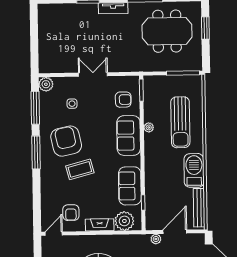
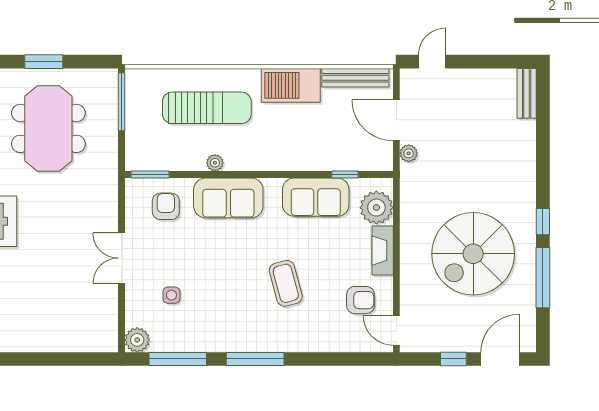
armchair: (66, 141) -> (236, 306), removed

